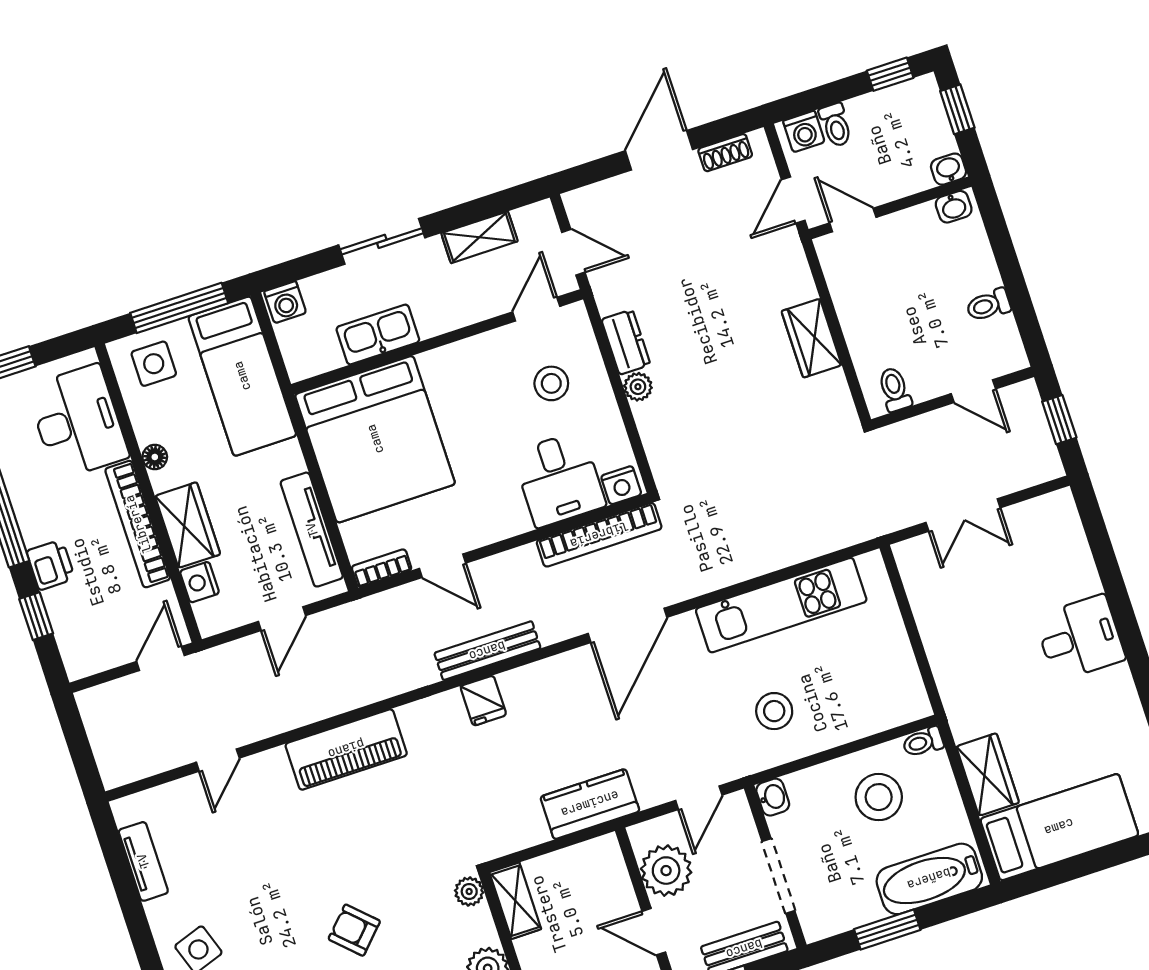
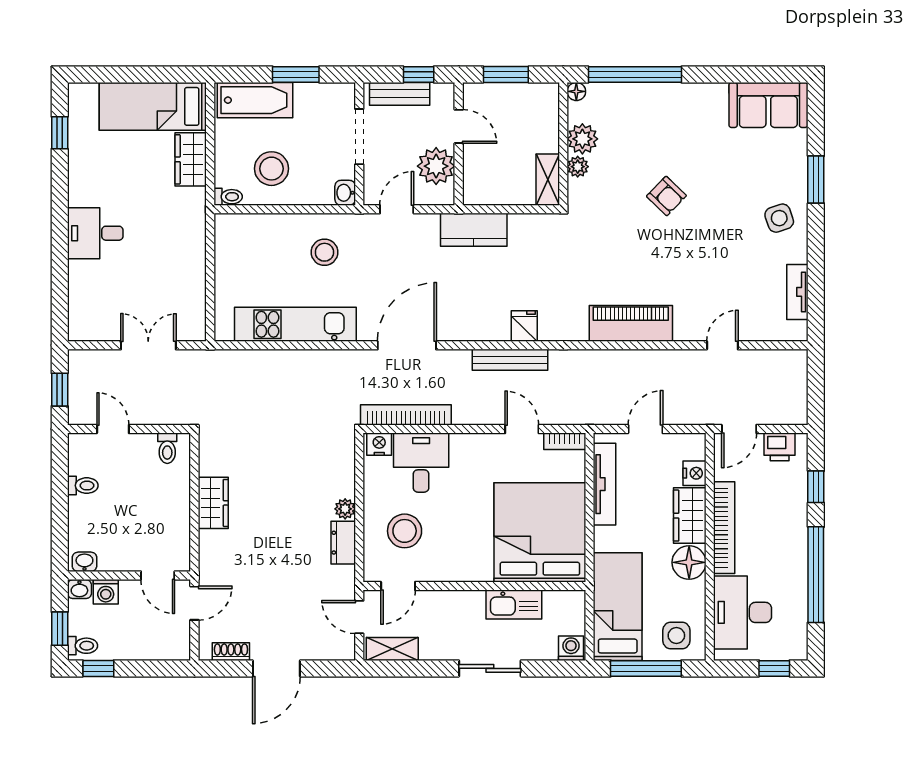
toilet: (836, 125) -> (82, 646), moved, turned 90
washing machine: (804, 132) -> (106, 592), moved, turned 180
shelving: (479, 237) -> (392, 649), moved
stool: (551, 383) -> (405, 531), width x1.38, depth x1.38
floor lamp: (155, 457) -> (689, 562), width x1.89, depth x1.89
printer: (51, 565) -> (780, 447), moved, turned -90
plant: (469, 892) -> (578, 167), moved

